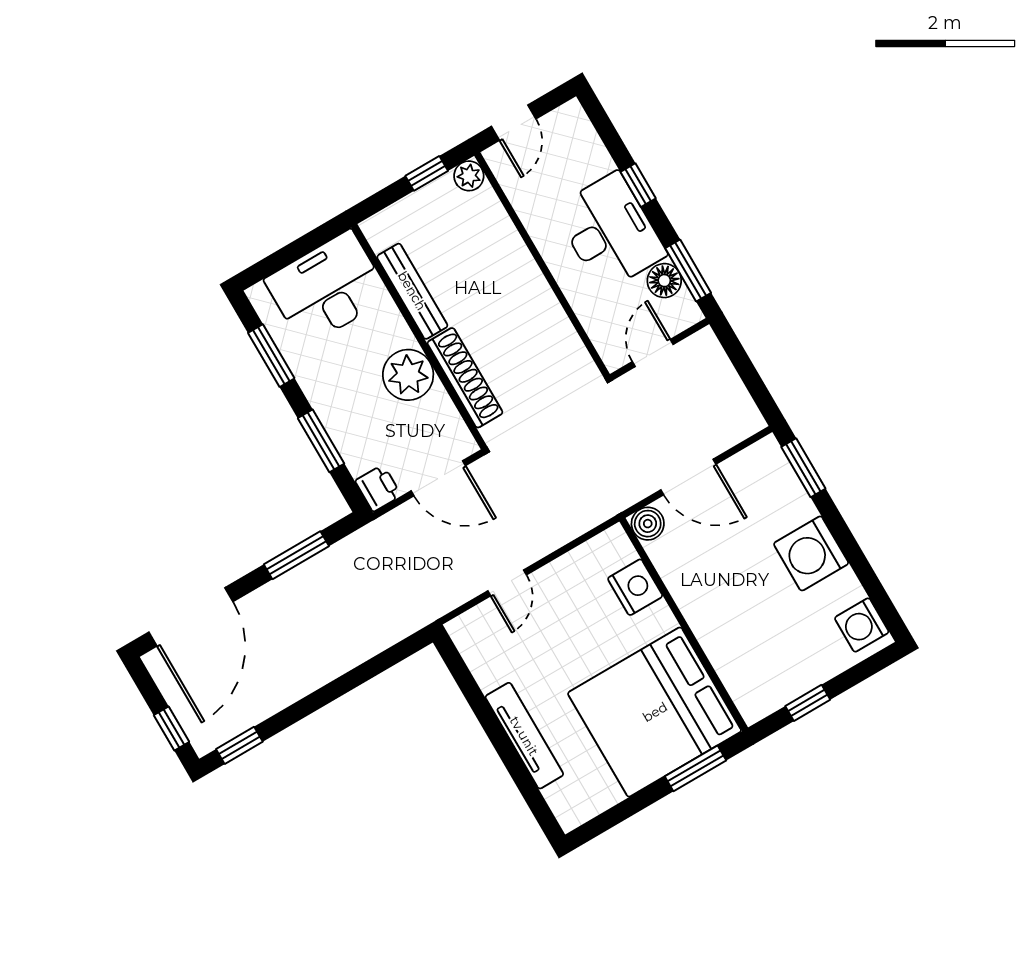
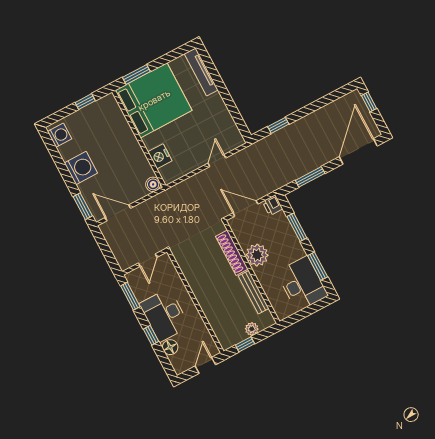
plant: (469, 176) -> (252, 329), moved
floor lamp: (664, 281) -> (170, 347), moved
desk: (327, 288) -> (302, 284), moved, turned -90
door: (688, 477) -> (118, 213), moved
tv unit: (524, 736) -> (201, 72), moved
window: (239, 745) -> (278, 125), moved

